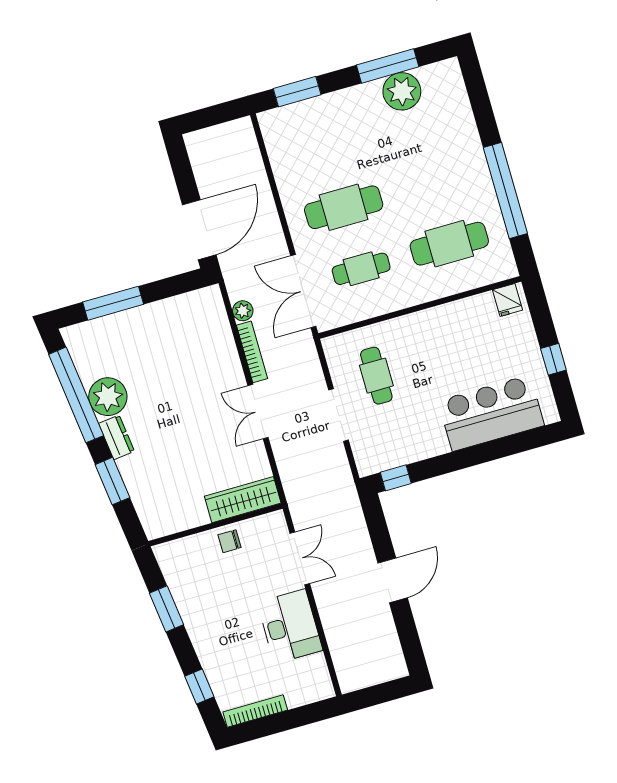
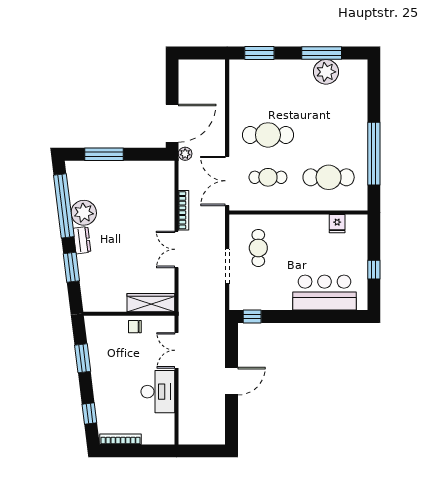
fridge: (507, 300) -> (337, 224), moved
plant: (243, 311) -> (185, 154), moved
double door: (300, 558) -> (177, 350), swing flipped

